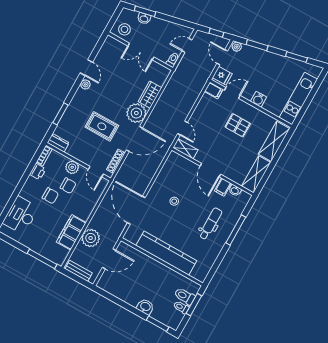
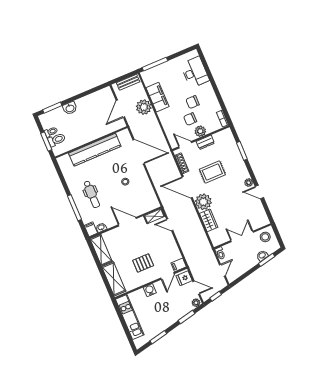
door: (134, 139) -> (187, 187), hinge flipped
dresser: (58, 143) -> (205, 142), moved
printer: (38, 172) -> (215, 106), removed
filing cabinet: (223, 187) -> (91, 229), moved

